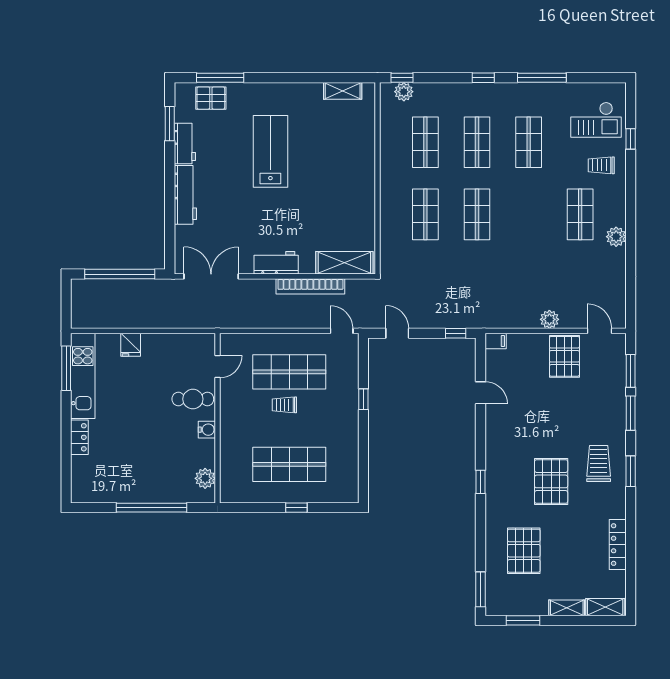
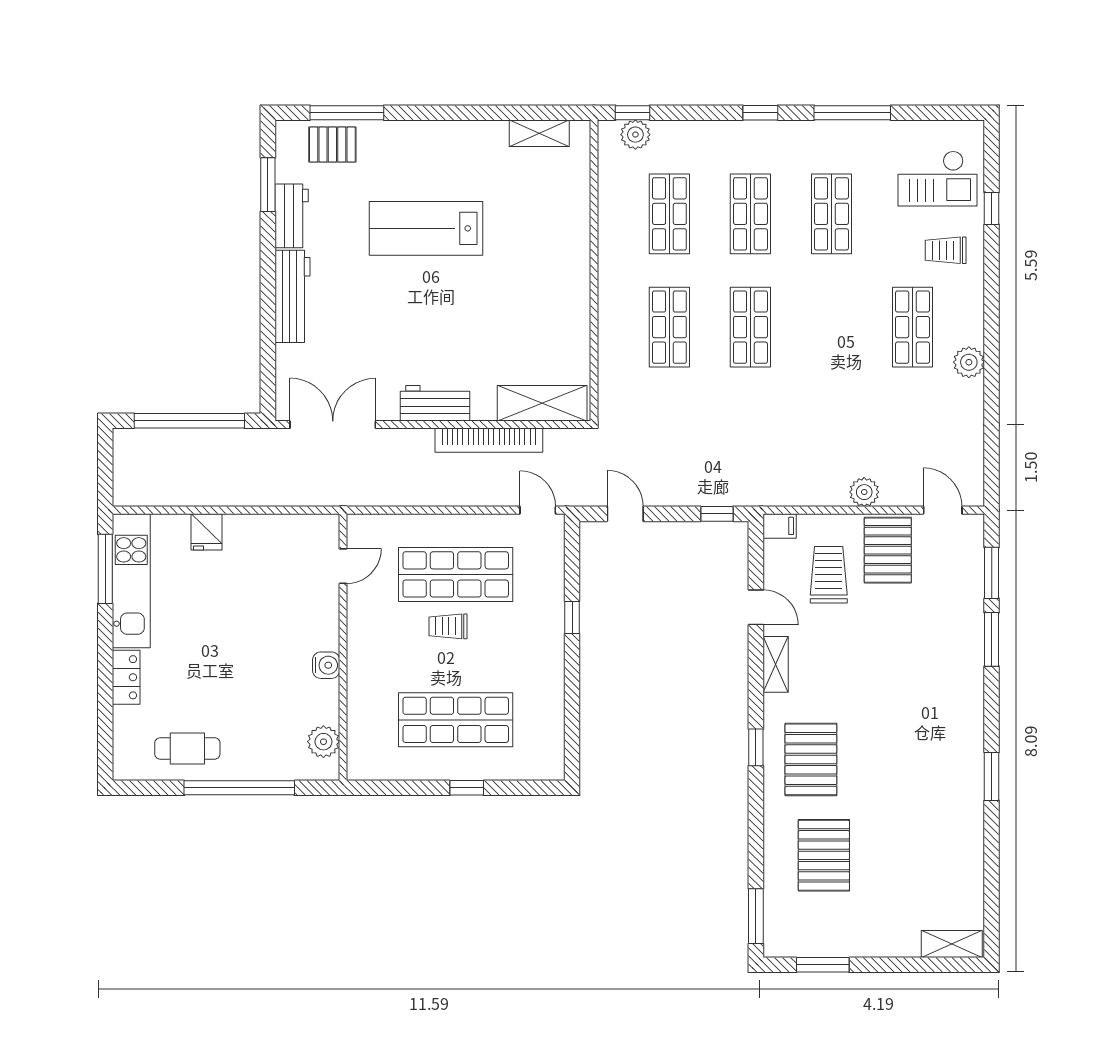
lab bench: (270, 151) -> (426, 228), turned -90
cafe table: (193, 399) -> (187, 748), moved
trolley: (599, 463) -> (829, 575), moved
window: (631, 471) -> (992, 776), moved
pallet: (551, 481) -> (811, 759), moved
locker: (618, 545) -> (971, 846), removed
shelving: (567, 608) -> (776, 664), moved, turned 90

